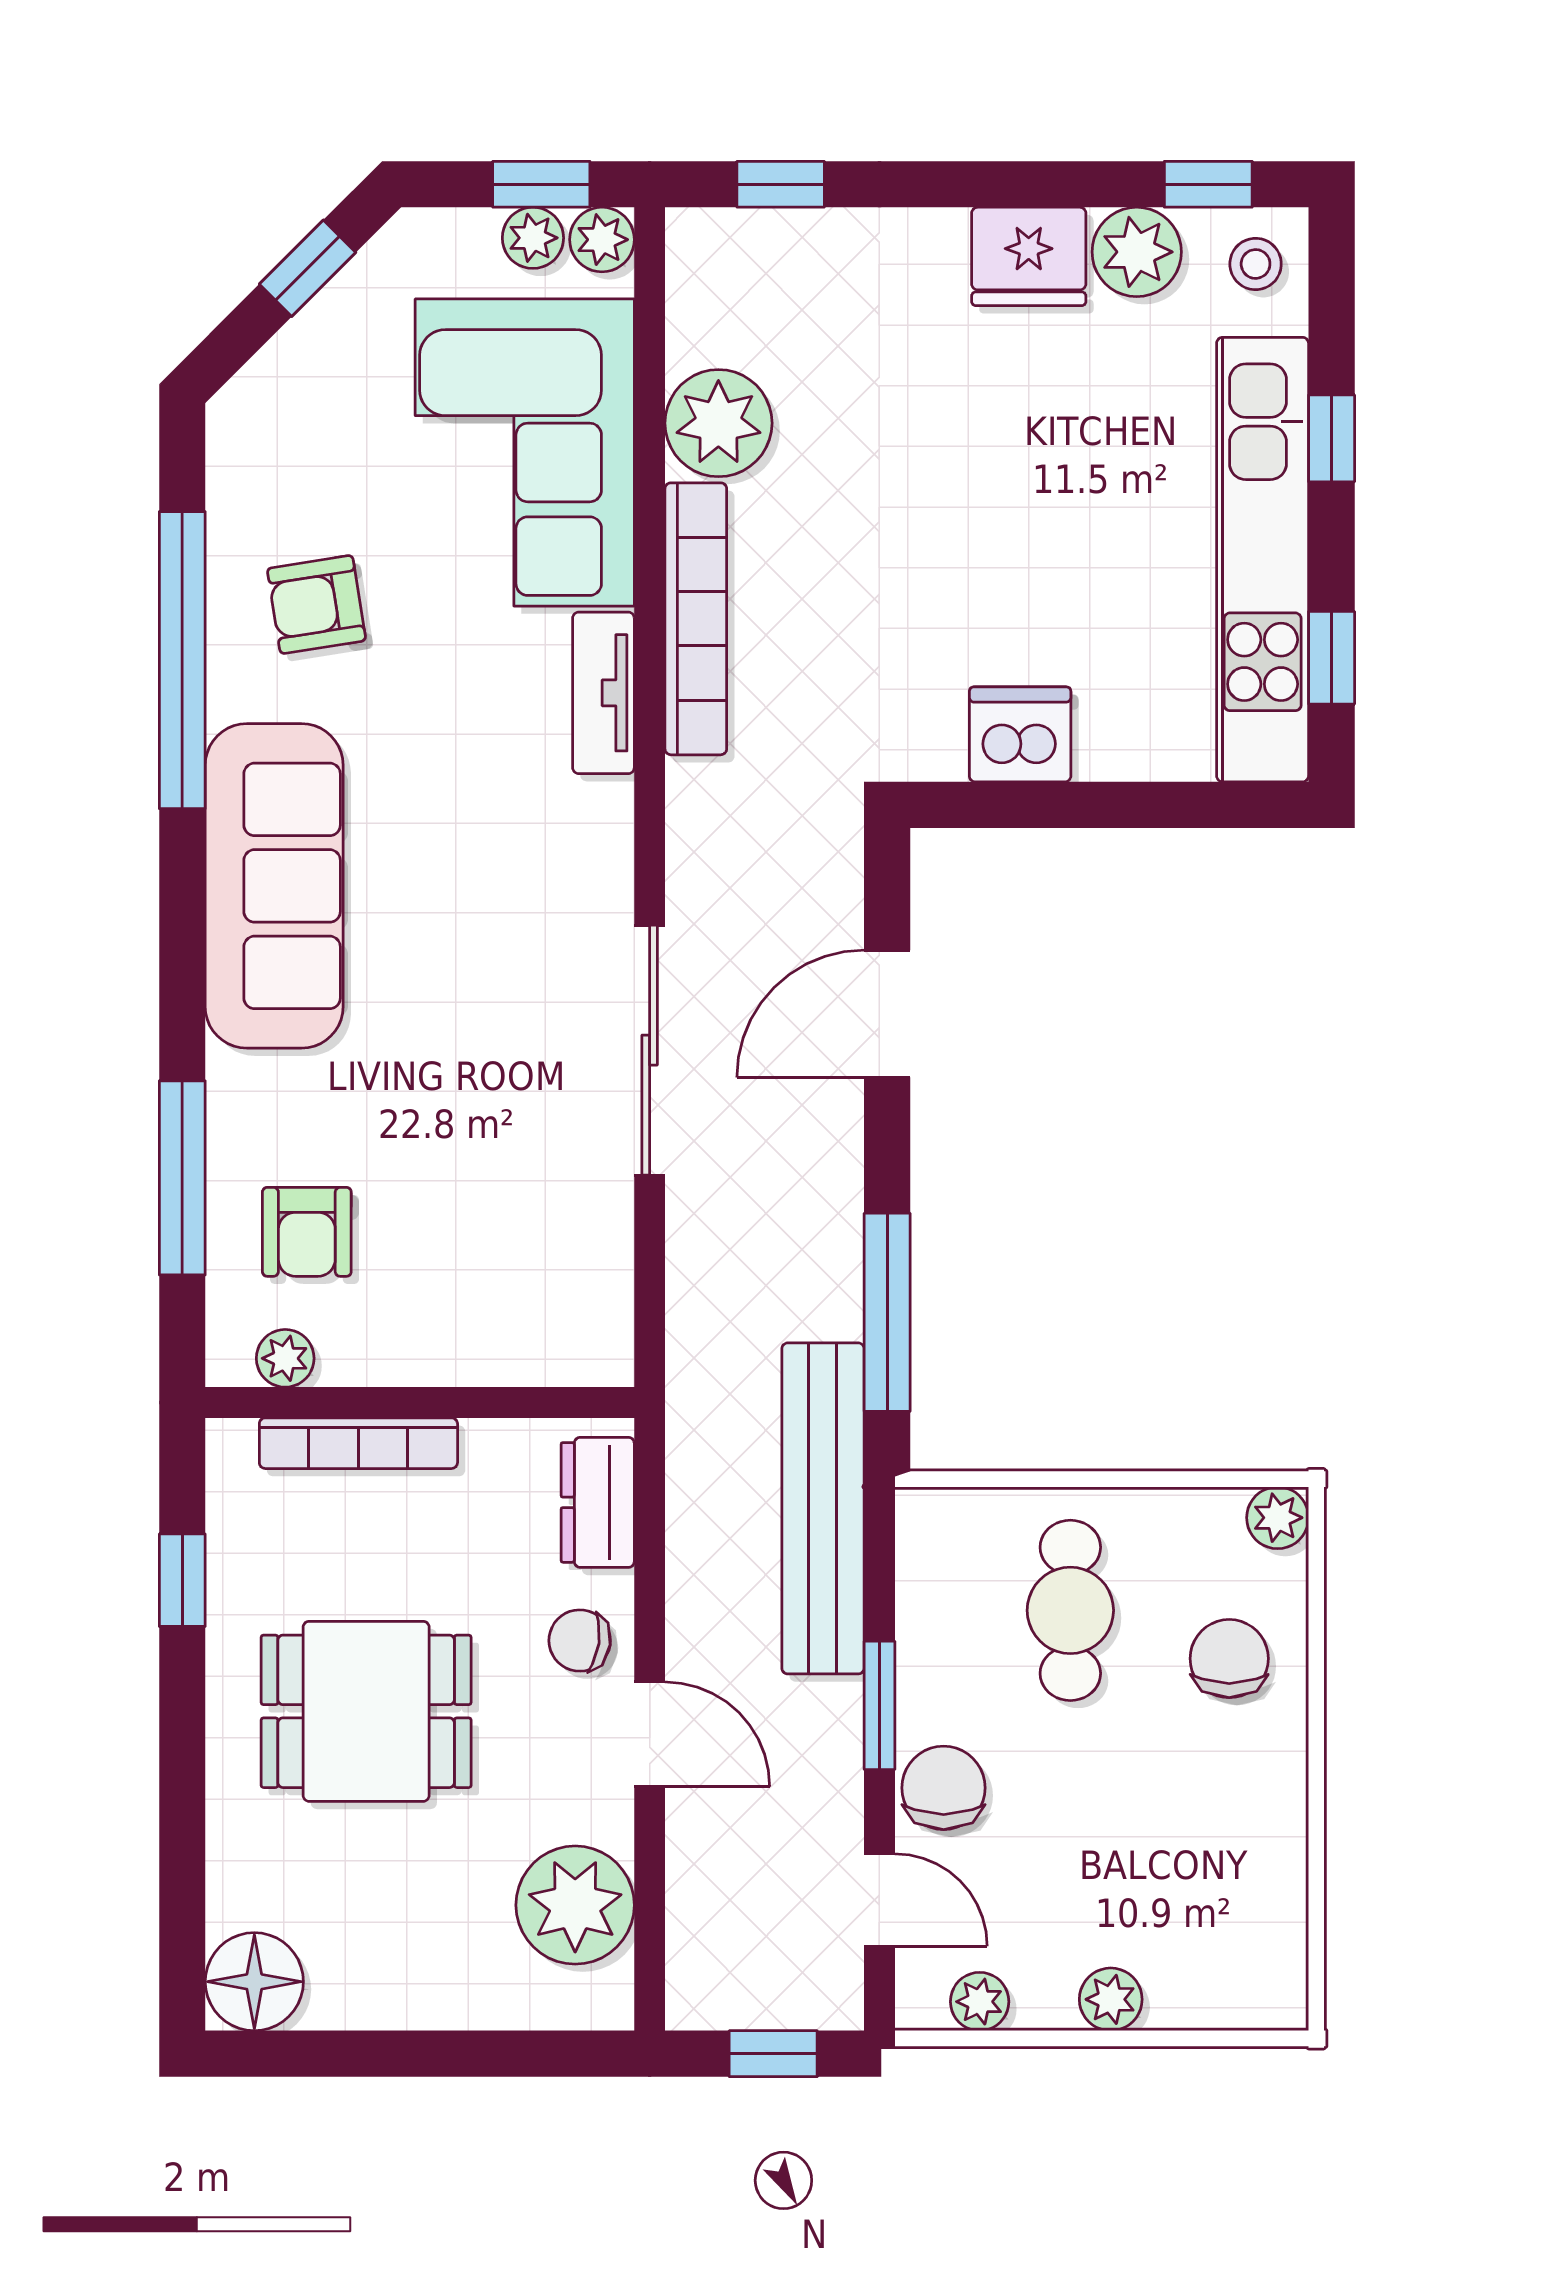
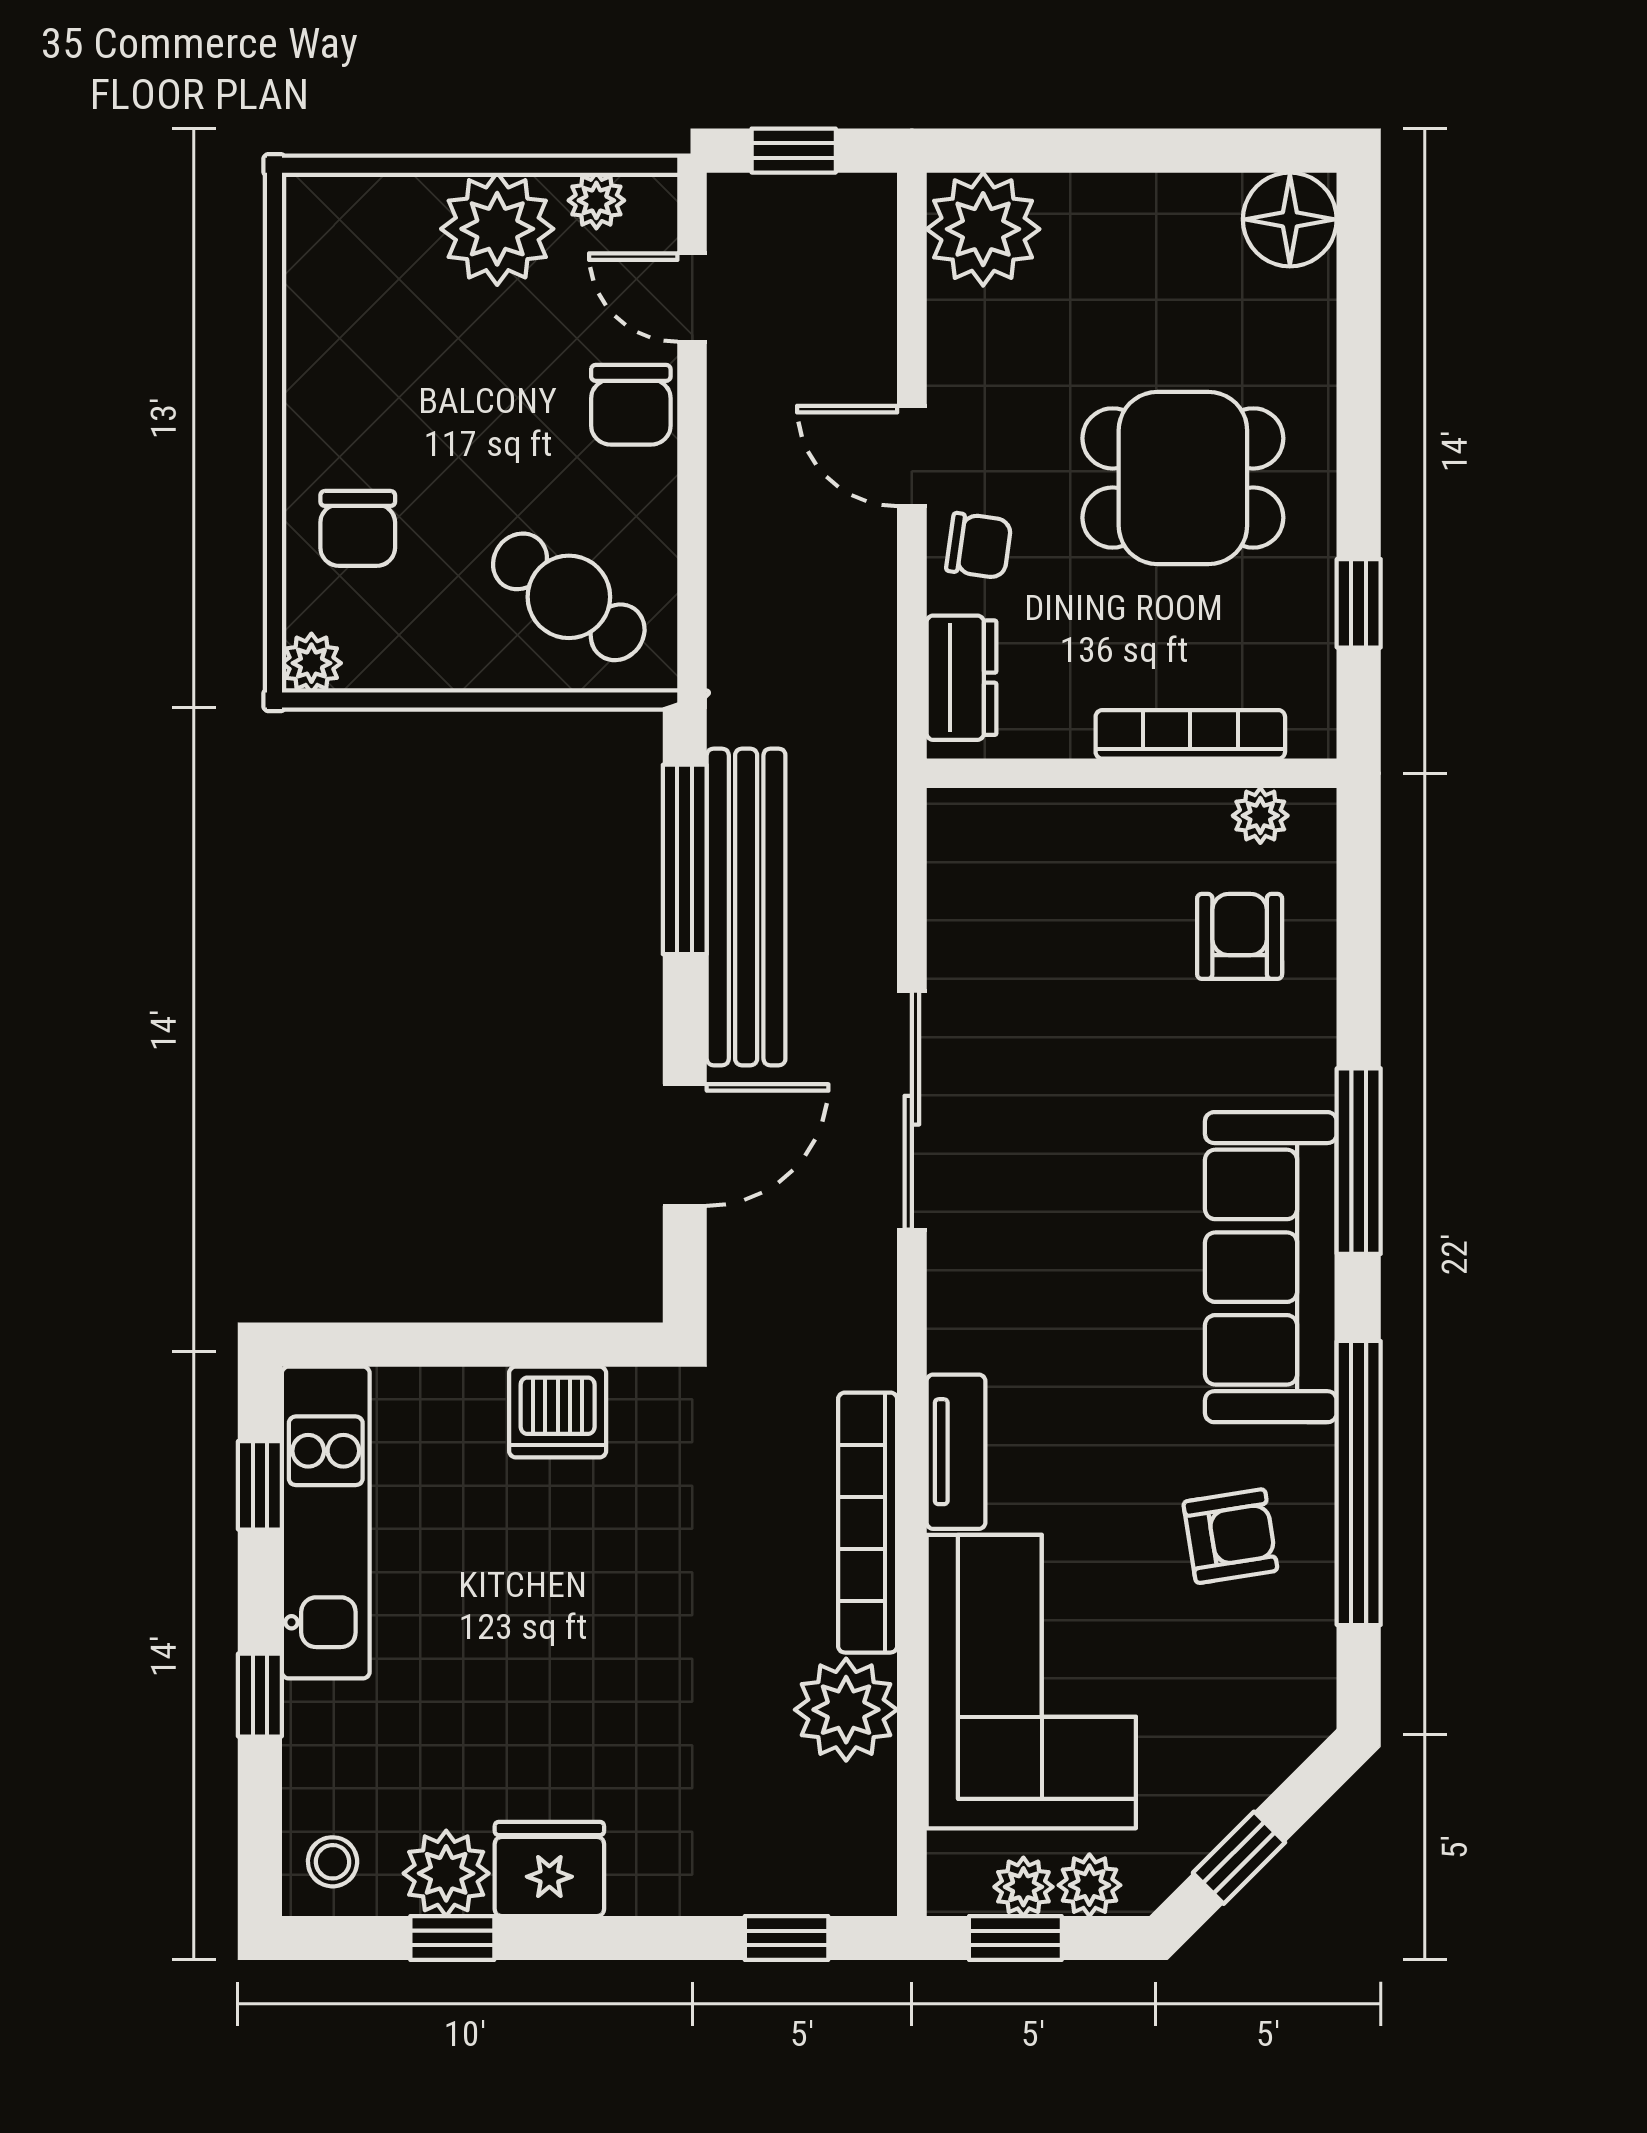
window: (1208, 184) -> (452, 1938), moved
plant: (602, 240) -> (1089, 1885), moved
kitchen unit: (1263, 560) -> (326, 1522), width x0.73
window: (182, 1178) -> (1359, 1161), moved
bench: (823, 1508) -> (746, 907), moved
cafe table: (1070, 1610) -> (569, 597), moved, turned -54
window: (879, 1705) -> (692, 484), removed
plant: (575, 1905) -> (983, 229), moved
plant: (1111, 1999) -> (497, 229), width x1.87, depth x1.87

